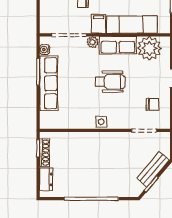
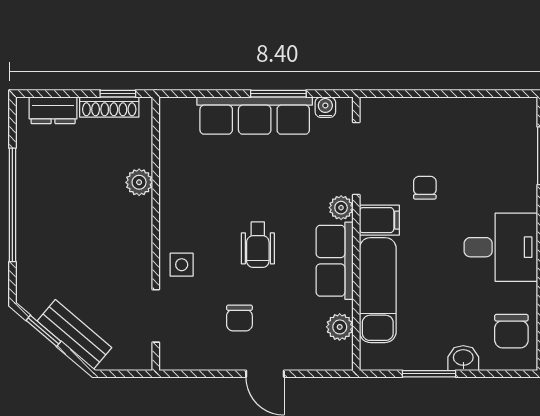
plant: (149, 48) -> (340, 327), width x0.53, depth x0.53
wheelchair: (110, 82) -> (258, 245), width x0.73, depth x0.73
chair: (152, 104) -> (239, 318), moved
side table: (101, 122) -> (182, 265), moved
plant: (80, 138) -> (139, 182), added

